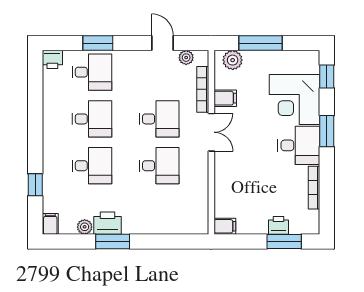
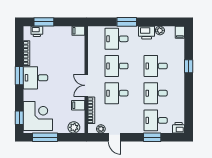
window: (260, 43) -> (45, 137), moved
corner desk: (294, 100) -> (38, 116), moved
window: (327, 131) -> (19, 76), moved
window: (35, 185) -> (189, 66), moved
desk: (159, 212) -> (117, 39), added
printer: (278, 225) -> (37, 31), moved
window: (113, 242) -> (127, 22), moved

